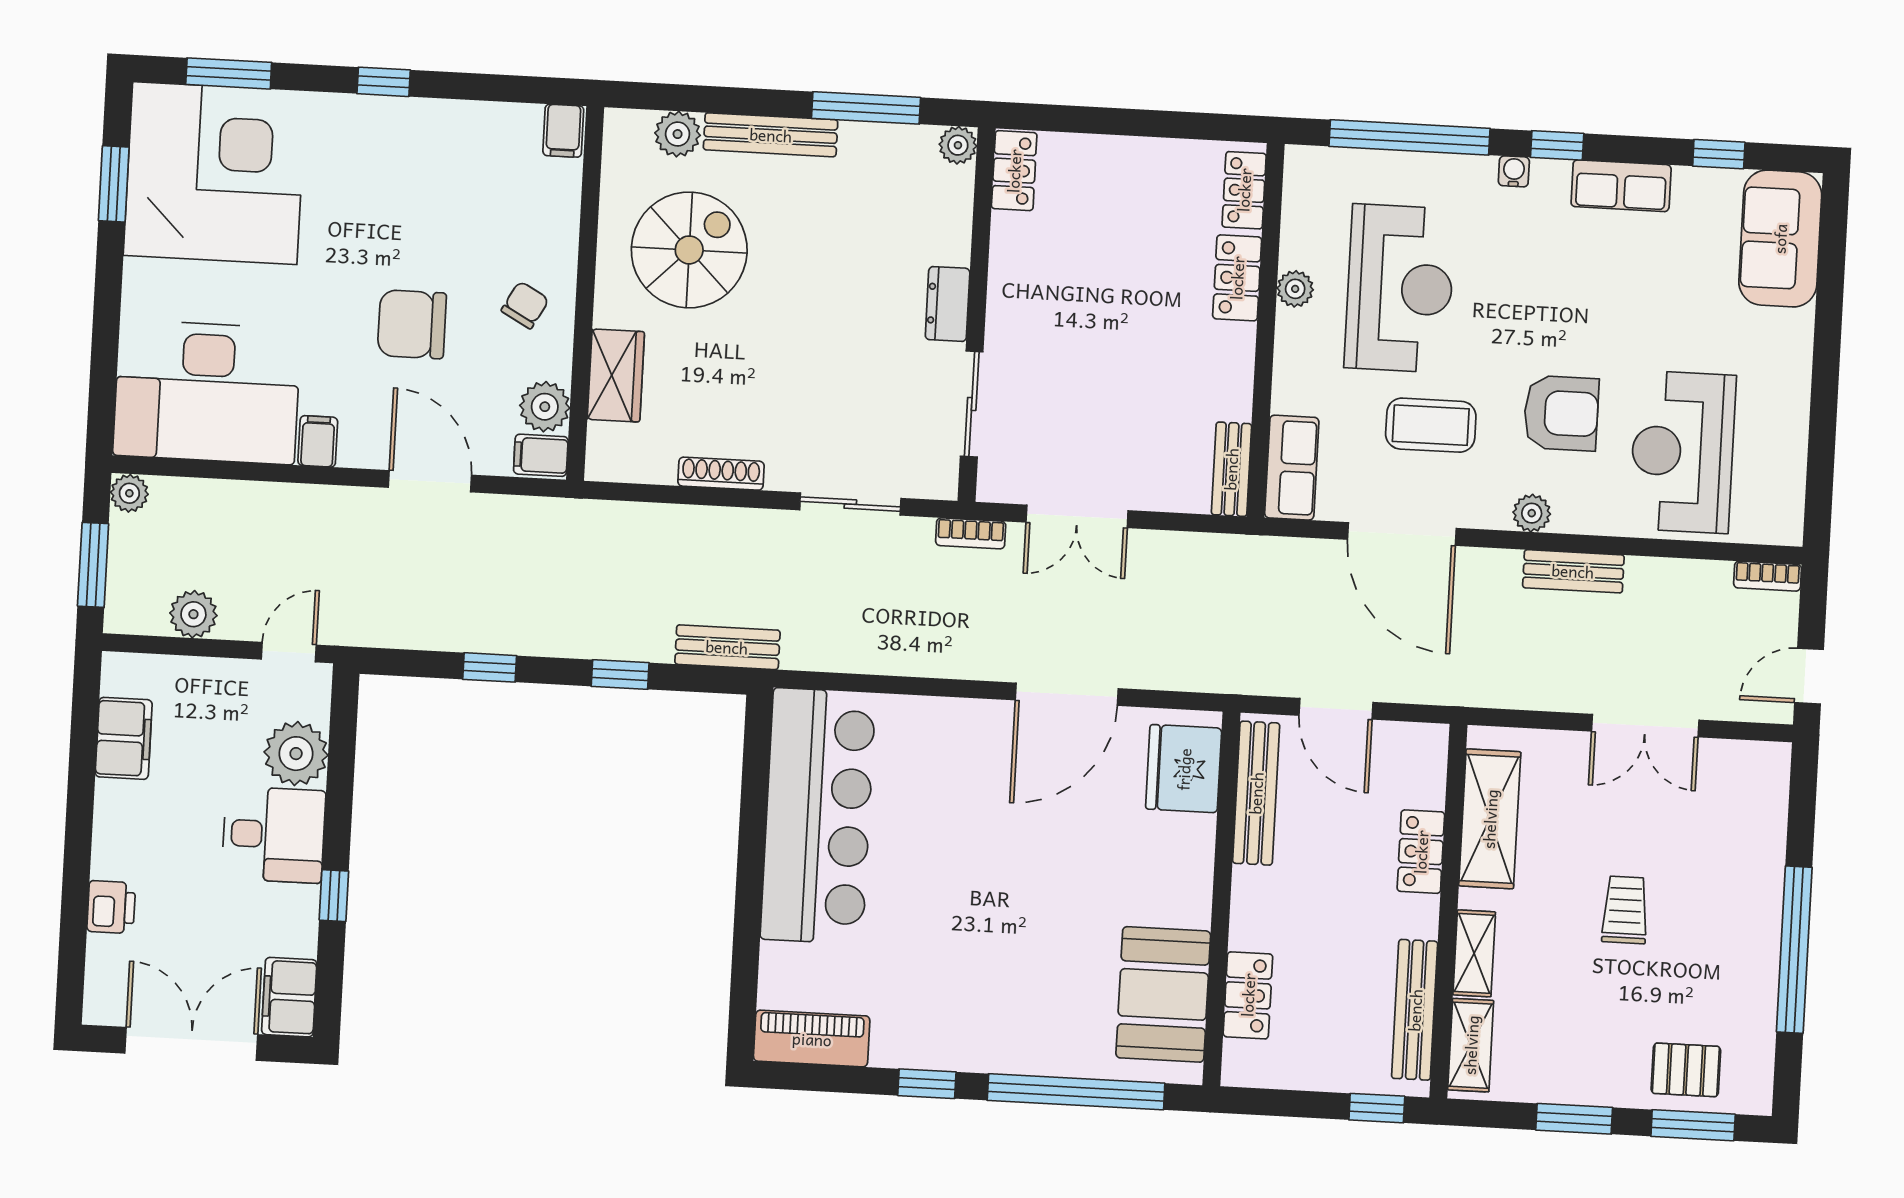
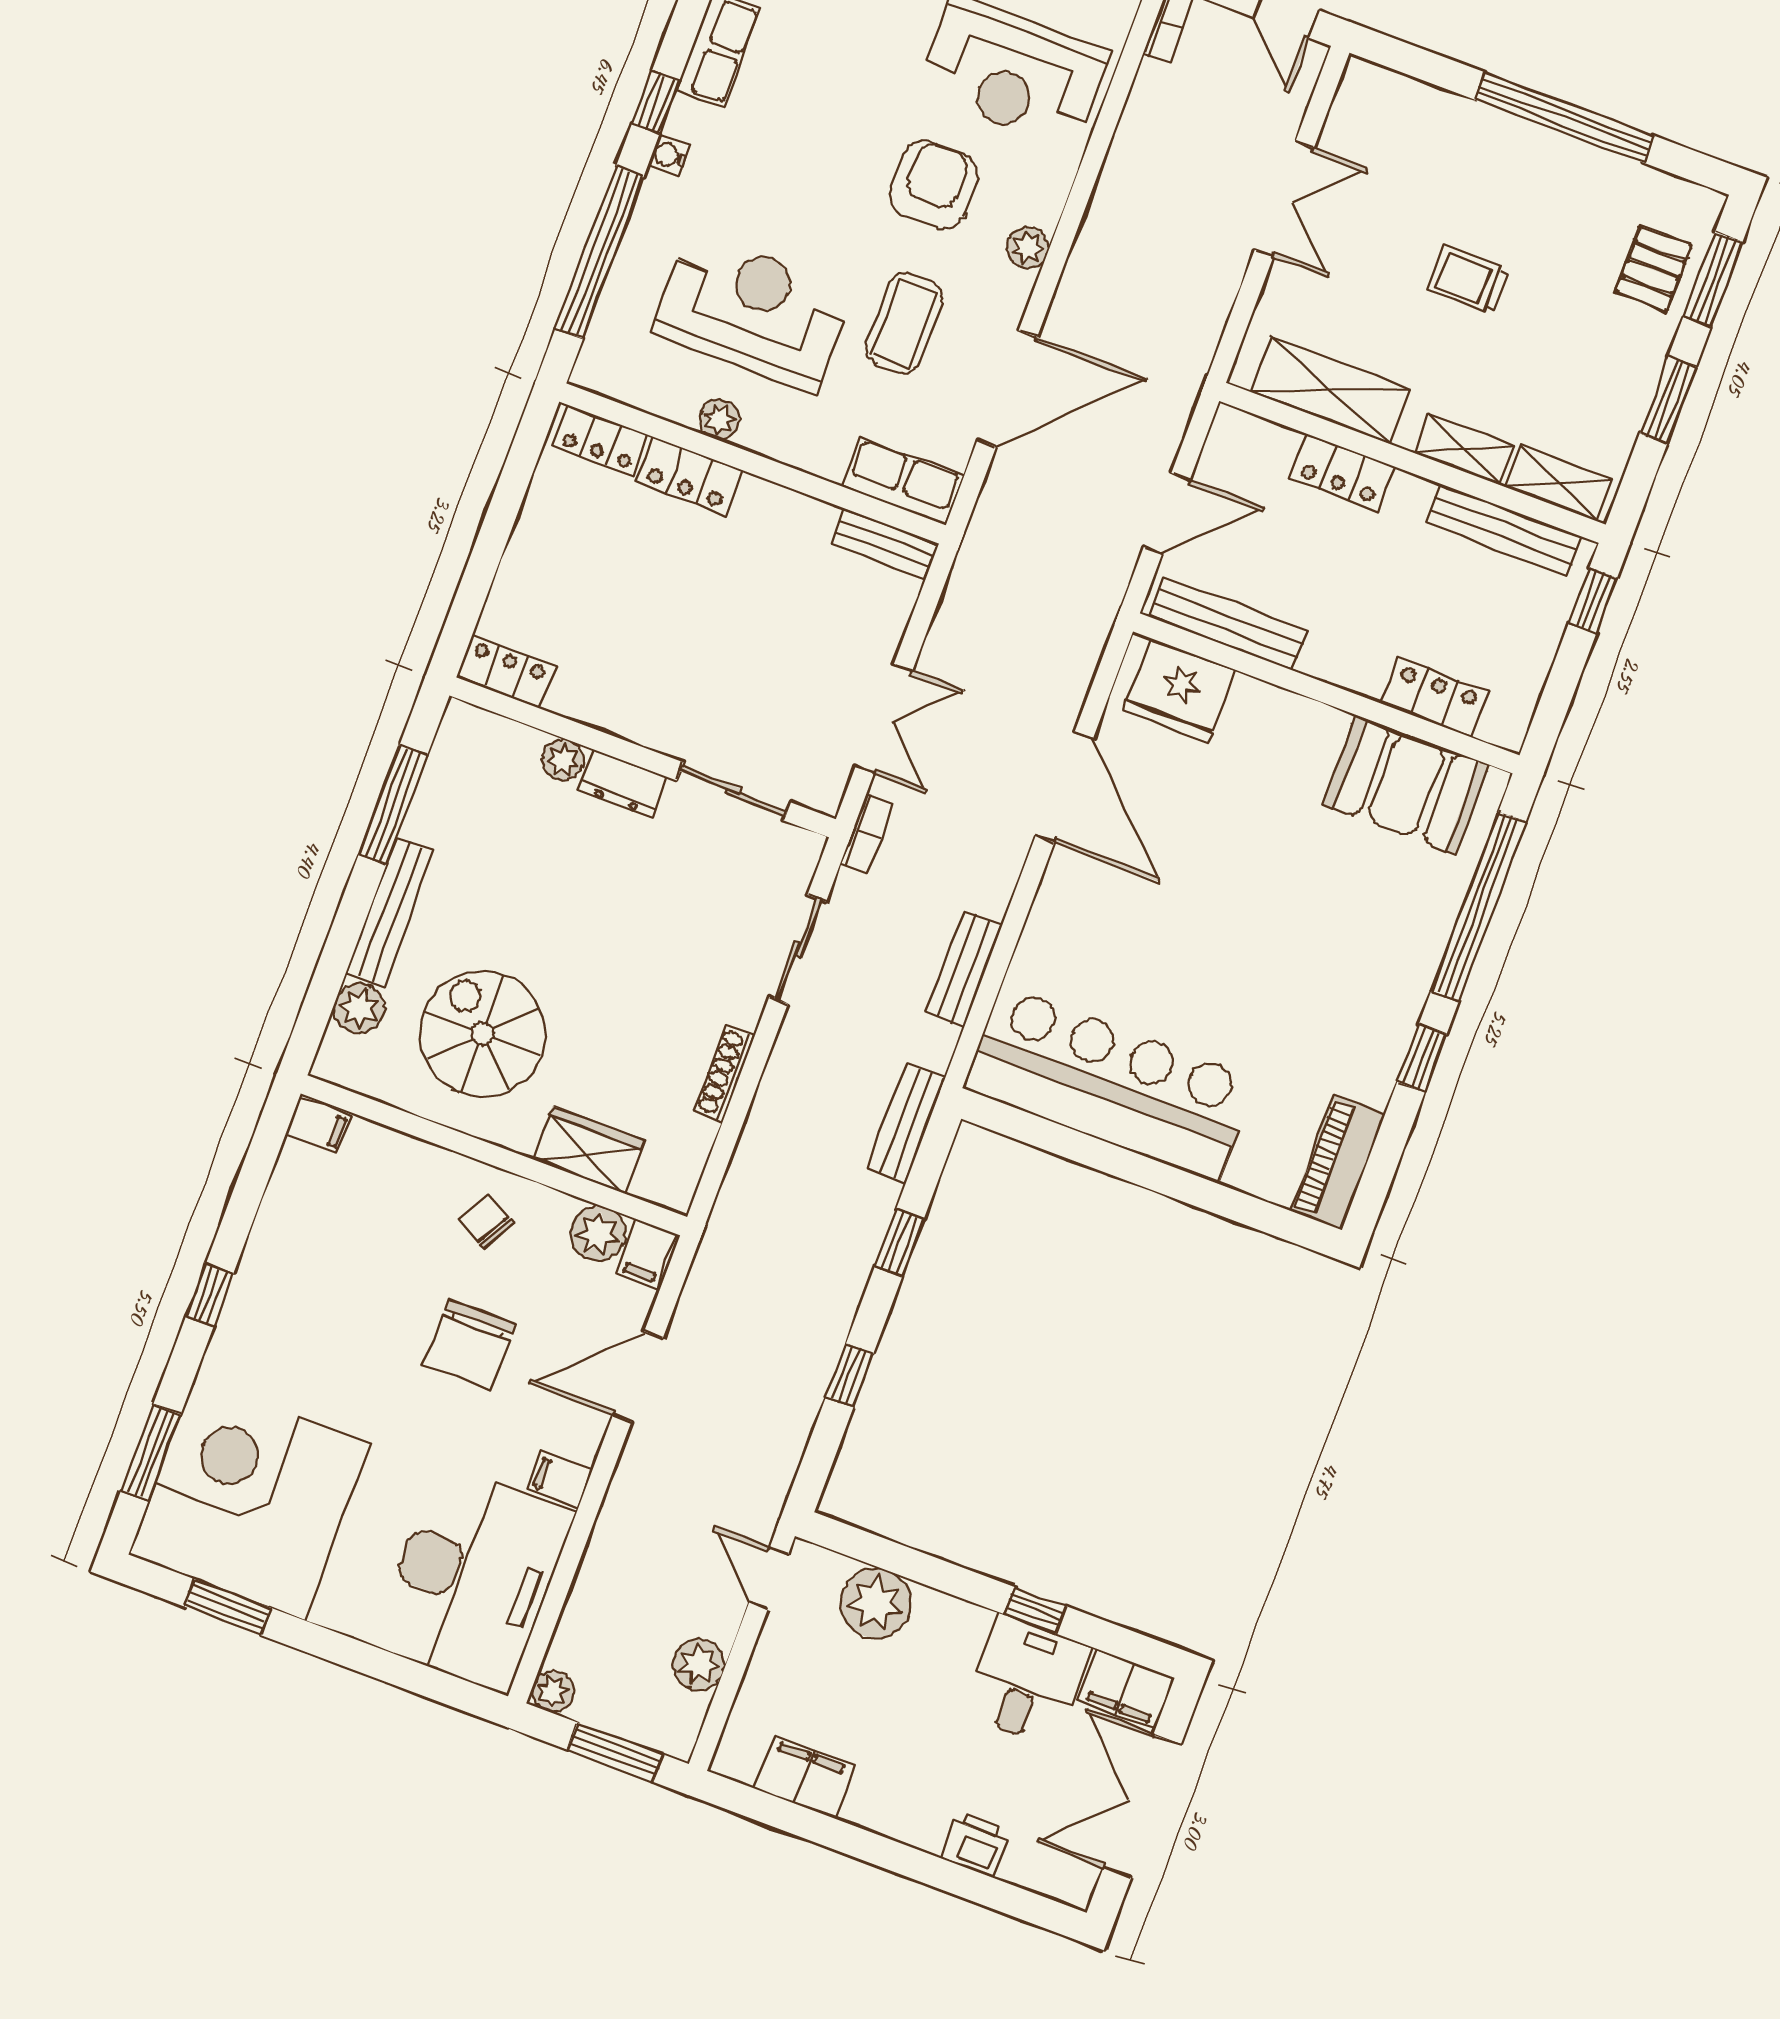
plant: (958, 145) -> (563, 760), moved
bench: (1573, 571) -> (964, 969), moved
desk: (274, 835) -> (1026, 1680), moved

